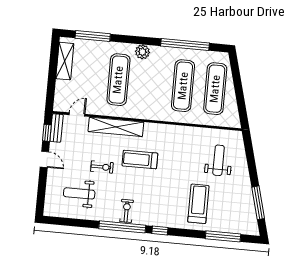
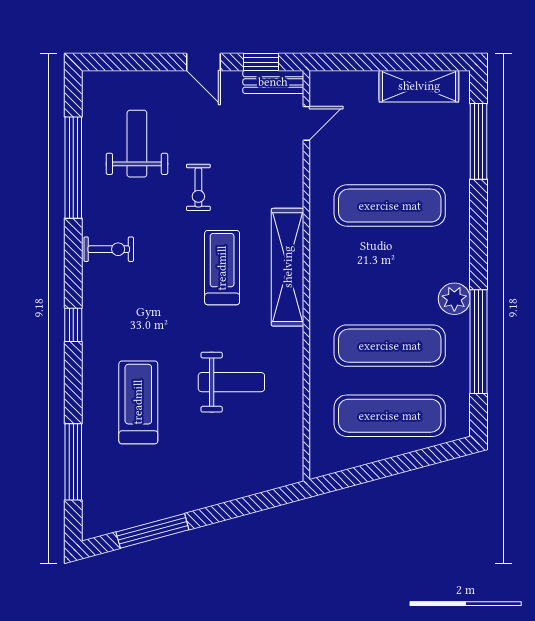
plant: (142, 52) -> (454, 299), moved
door: (77, 114) -> (306, 123), hinge flipped
shelving: (116, 127) -> (288, 267), moved
door: (44, 159) -> (203, 62), hinge flipped
weight bench: (219, 160) -> (231, 382), moved
treadmill: (198, 204) -> (138, 402), turned -90
window: (122, 227) -> (73, 168), moved

